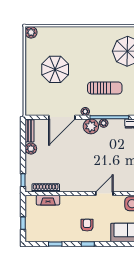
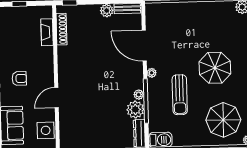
parasol: (55, 69) -> (215, 68), moved
plant: (91, 126) -> (135, 110), moved
door: (104, 194) -> (57, 98), swing flipped

